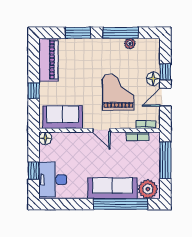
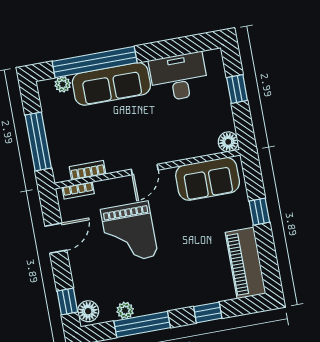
window: (78, 33) -> (208, 312), width x0.67
window: (165, 72) -> (67, 301), moved
floor lamp: (153, 79) -> (88, 311), moved
door: (101, 130) -> (145, 170), swing flipped
desk: (53, 180) -> (179, 77), moved, turned -90
plant: (148, 189) -> (63, 84), width x0.53, depth x0.53

